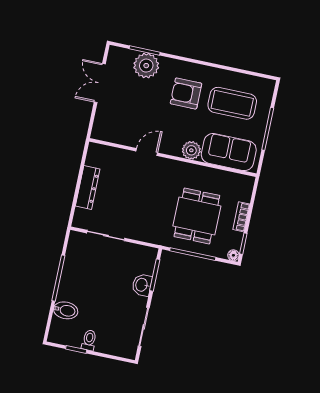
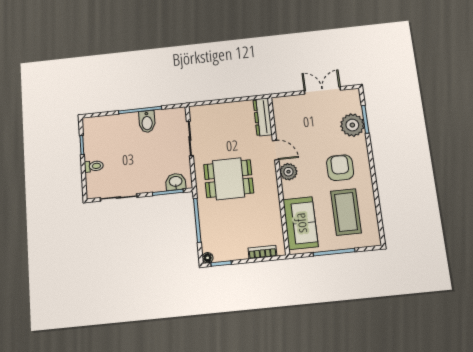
plant: (191, 150) -> (288, 172), moved
dresser: (88, 187) -> (263, 117), moved, turned 90
dining table: (197, 216) -> (229, 179), moved
bookcase: (241, 217) -> (262, 252), moved
washbasin: (142, 285) -> (176, 182), moved
bidet: (66, 310) -> (147, 122), moved
toilet: (89, 340) -> (94, 166), moved

